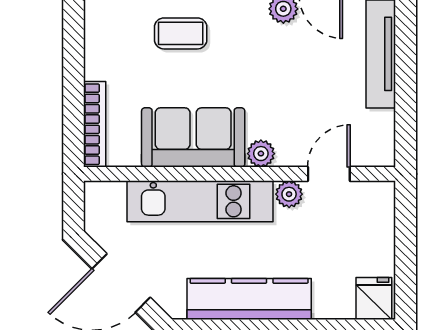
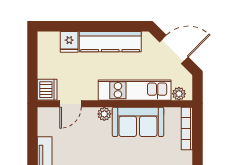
plant: (289, 194) -> (179, 94), moved
dishwasher: (376, 202) -> (47, 90), added
fridge: (374, 298) -> (69, 42), moved

